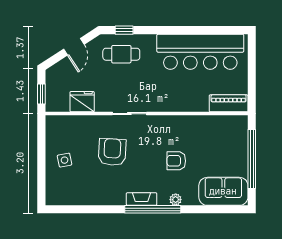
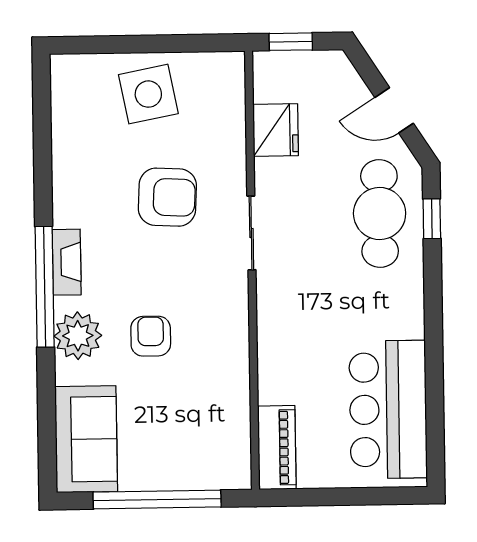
bar counter: (200, 52) -> (388, 410), width x0.73
cafe table: (121, 54) -> (380, 214), width x1.37, depth x1.35
side table: (65, 160) -> (148, 94), width x1.87, depth x1.87
plant: (176, 200) -> (78, 336), width x1.88, depth x1.88

